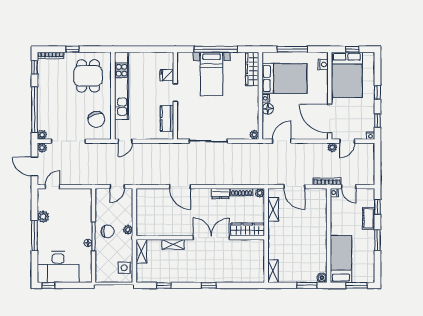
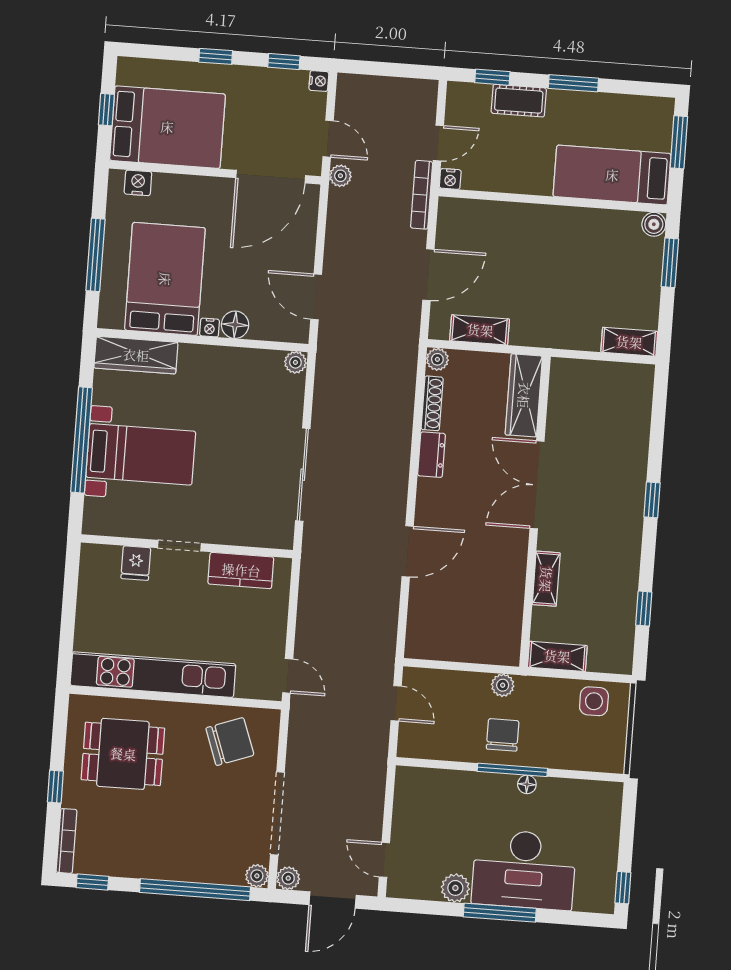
desk: (58, 267) -> (524, 870), moved, turned 90

